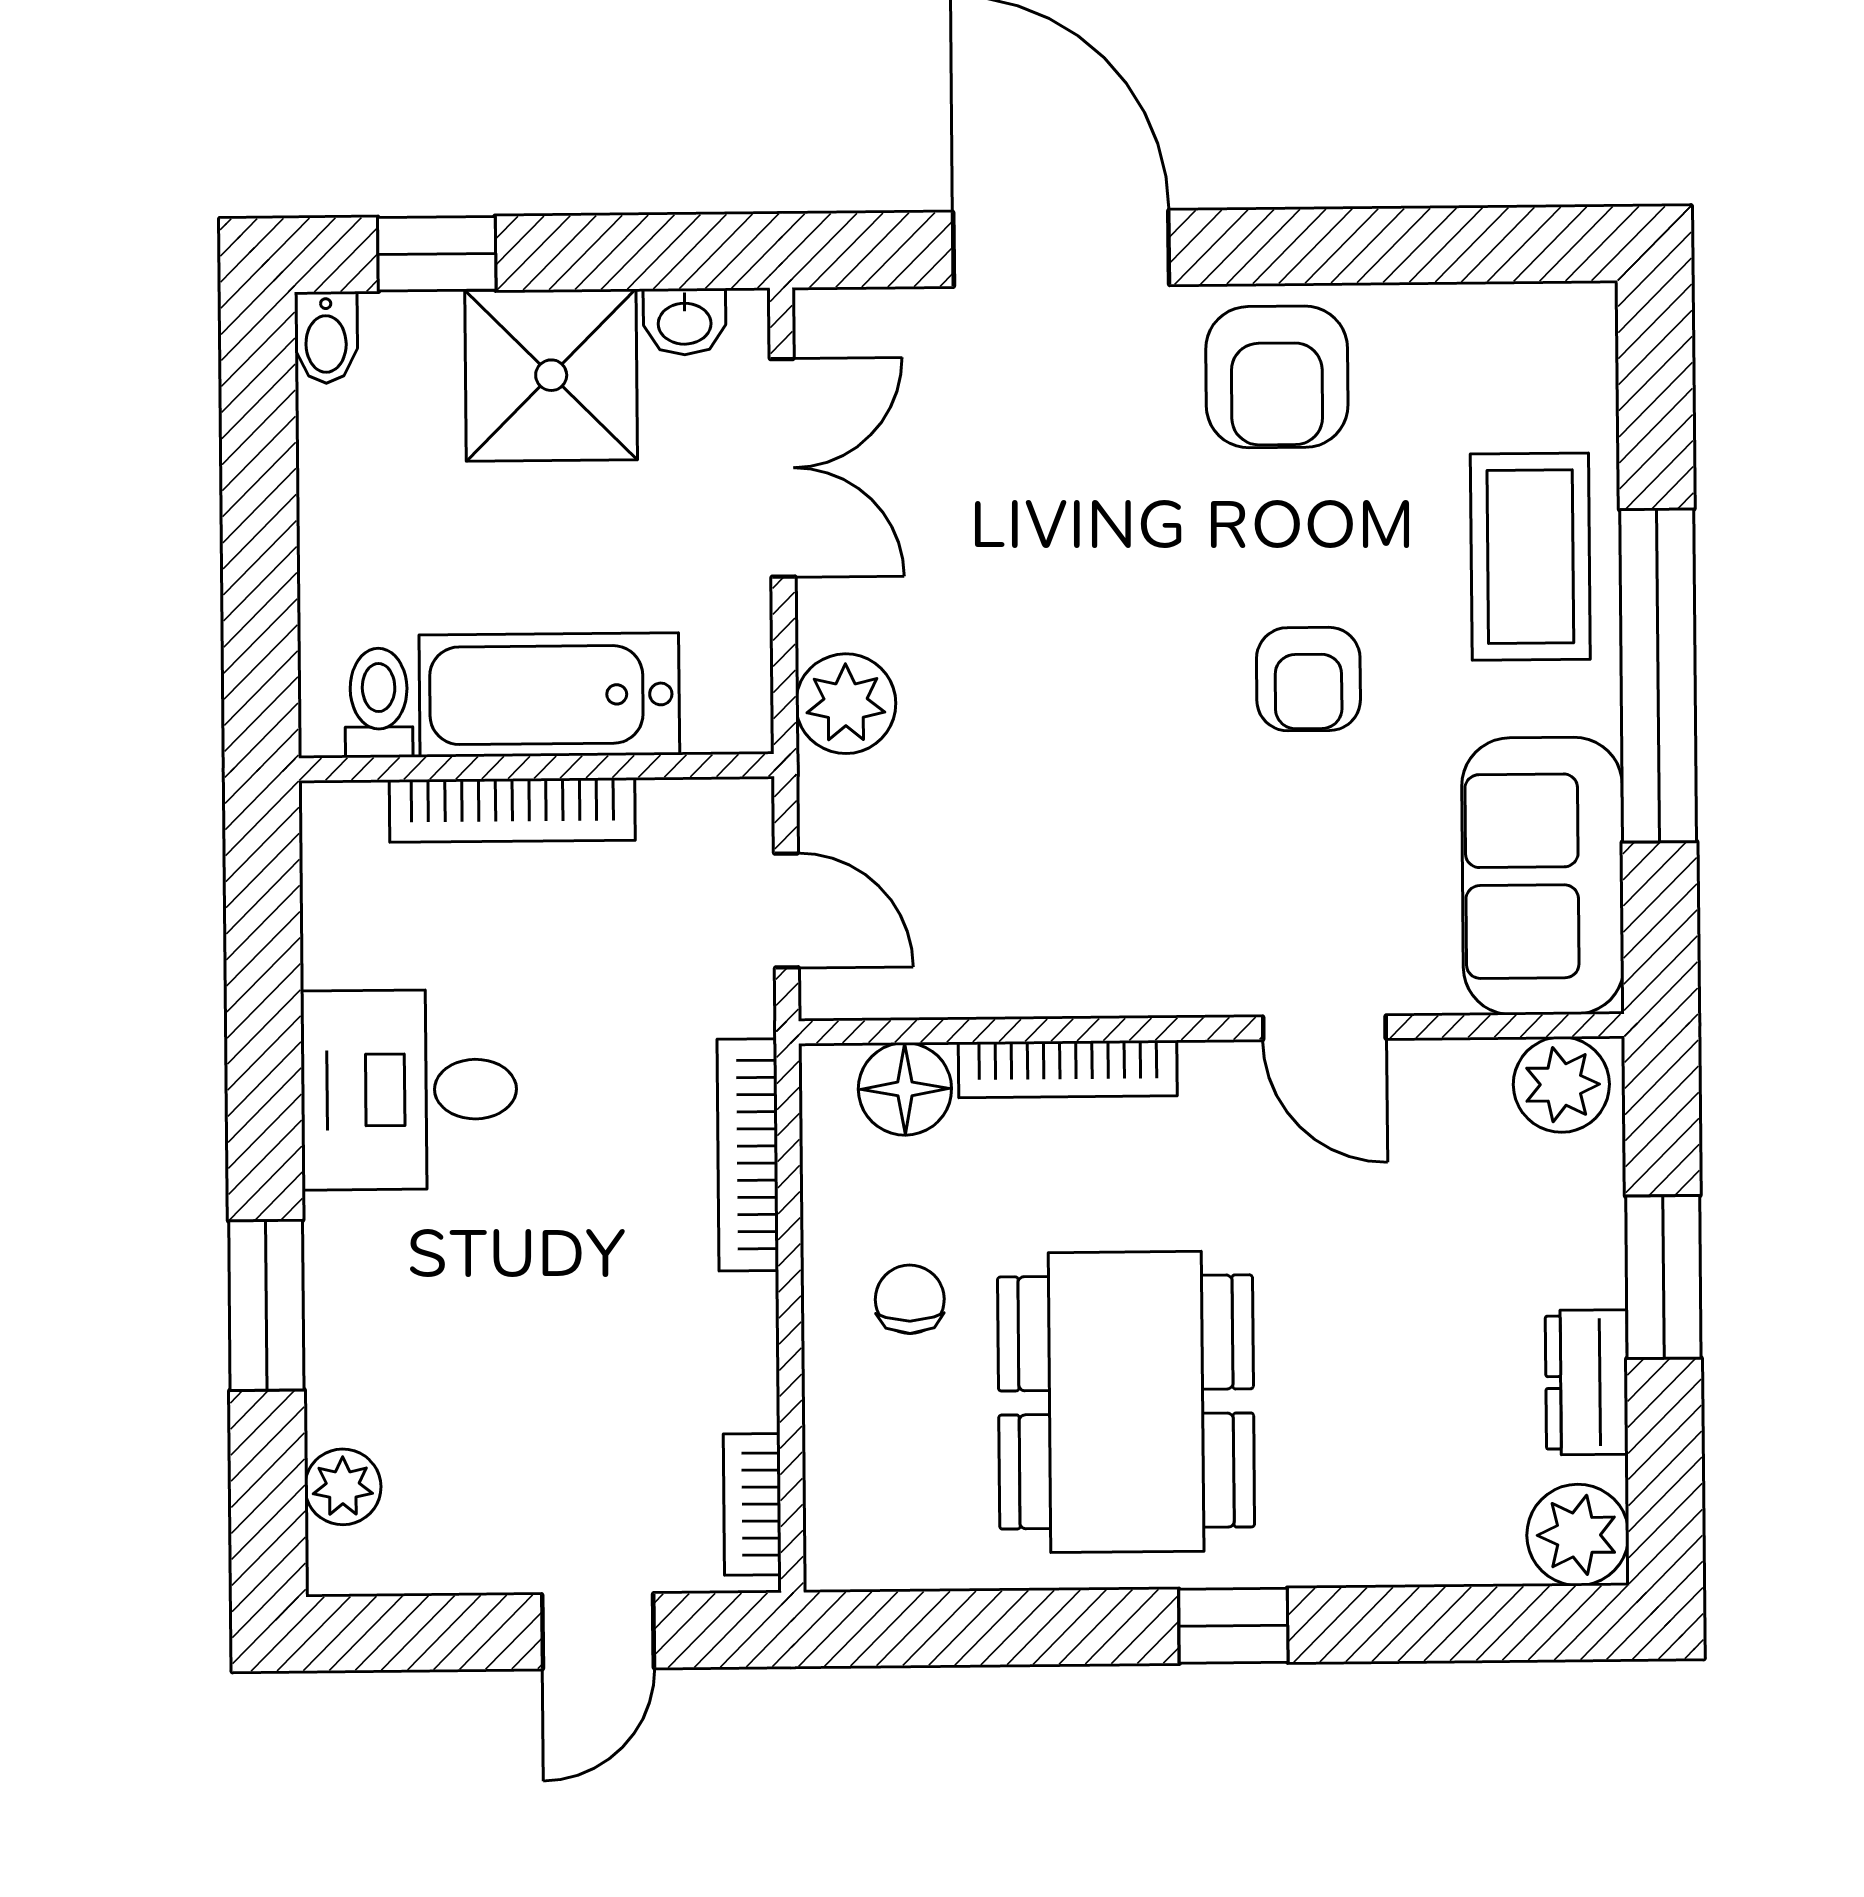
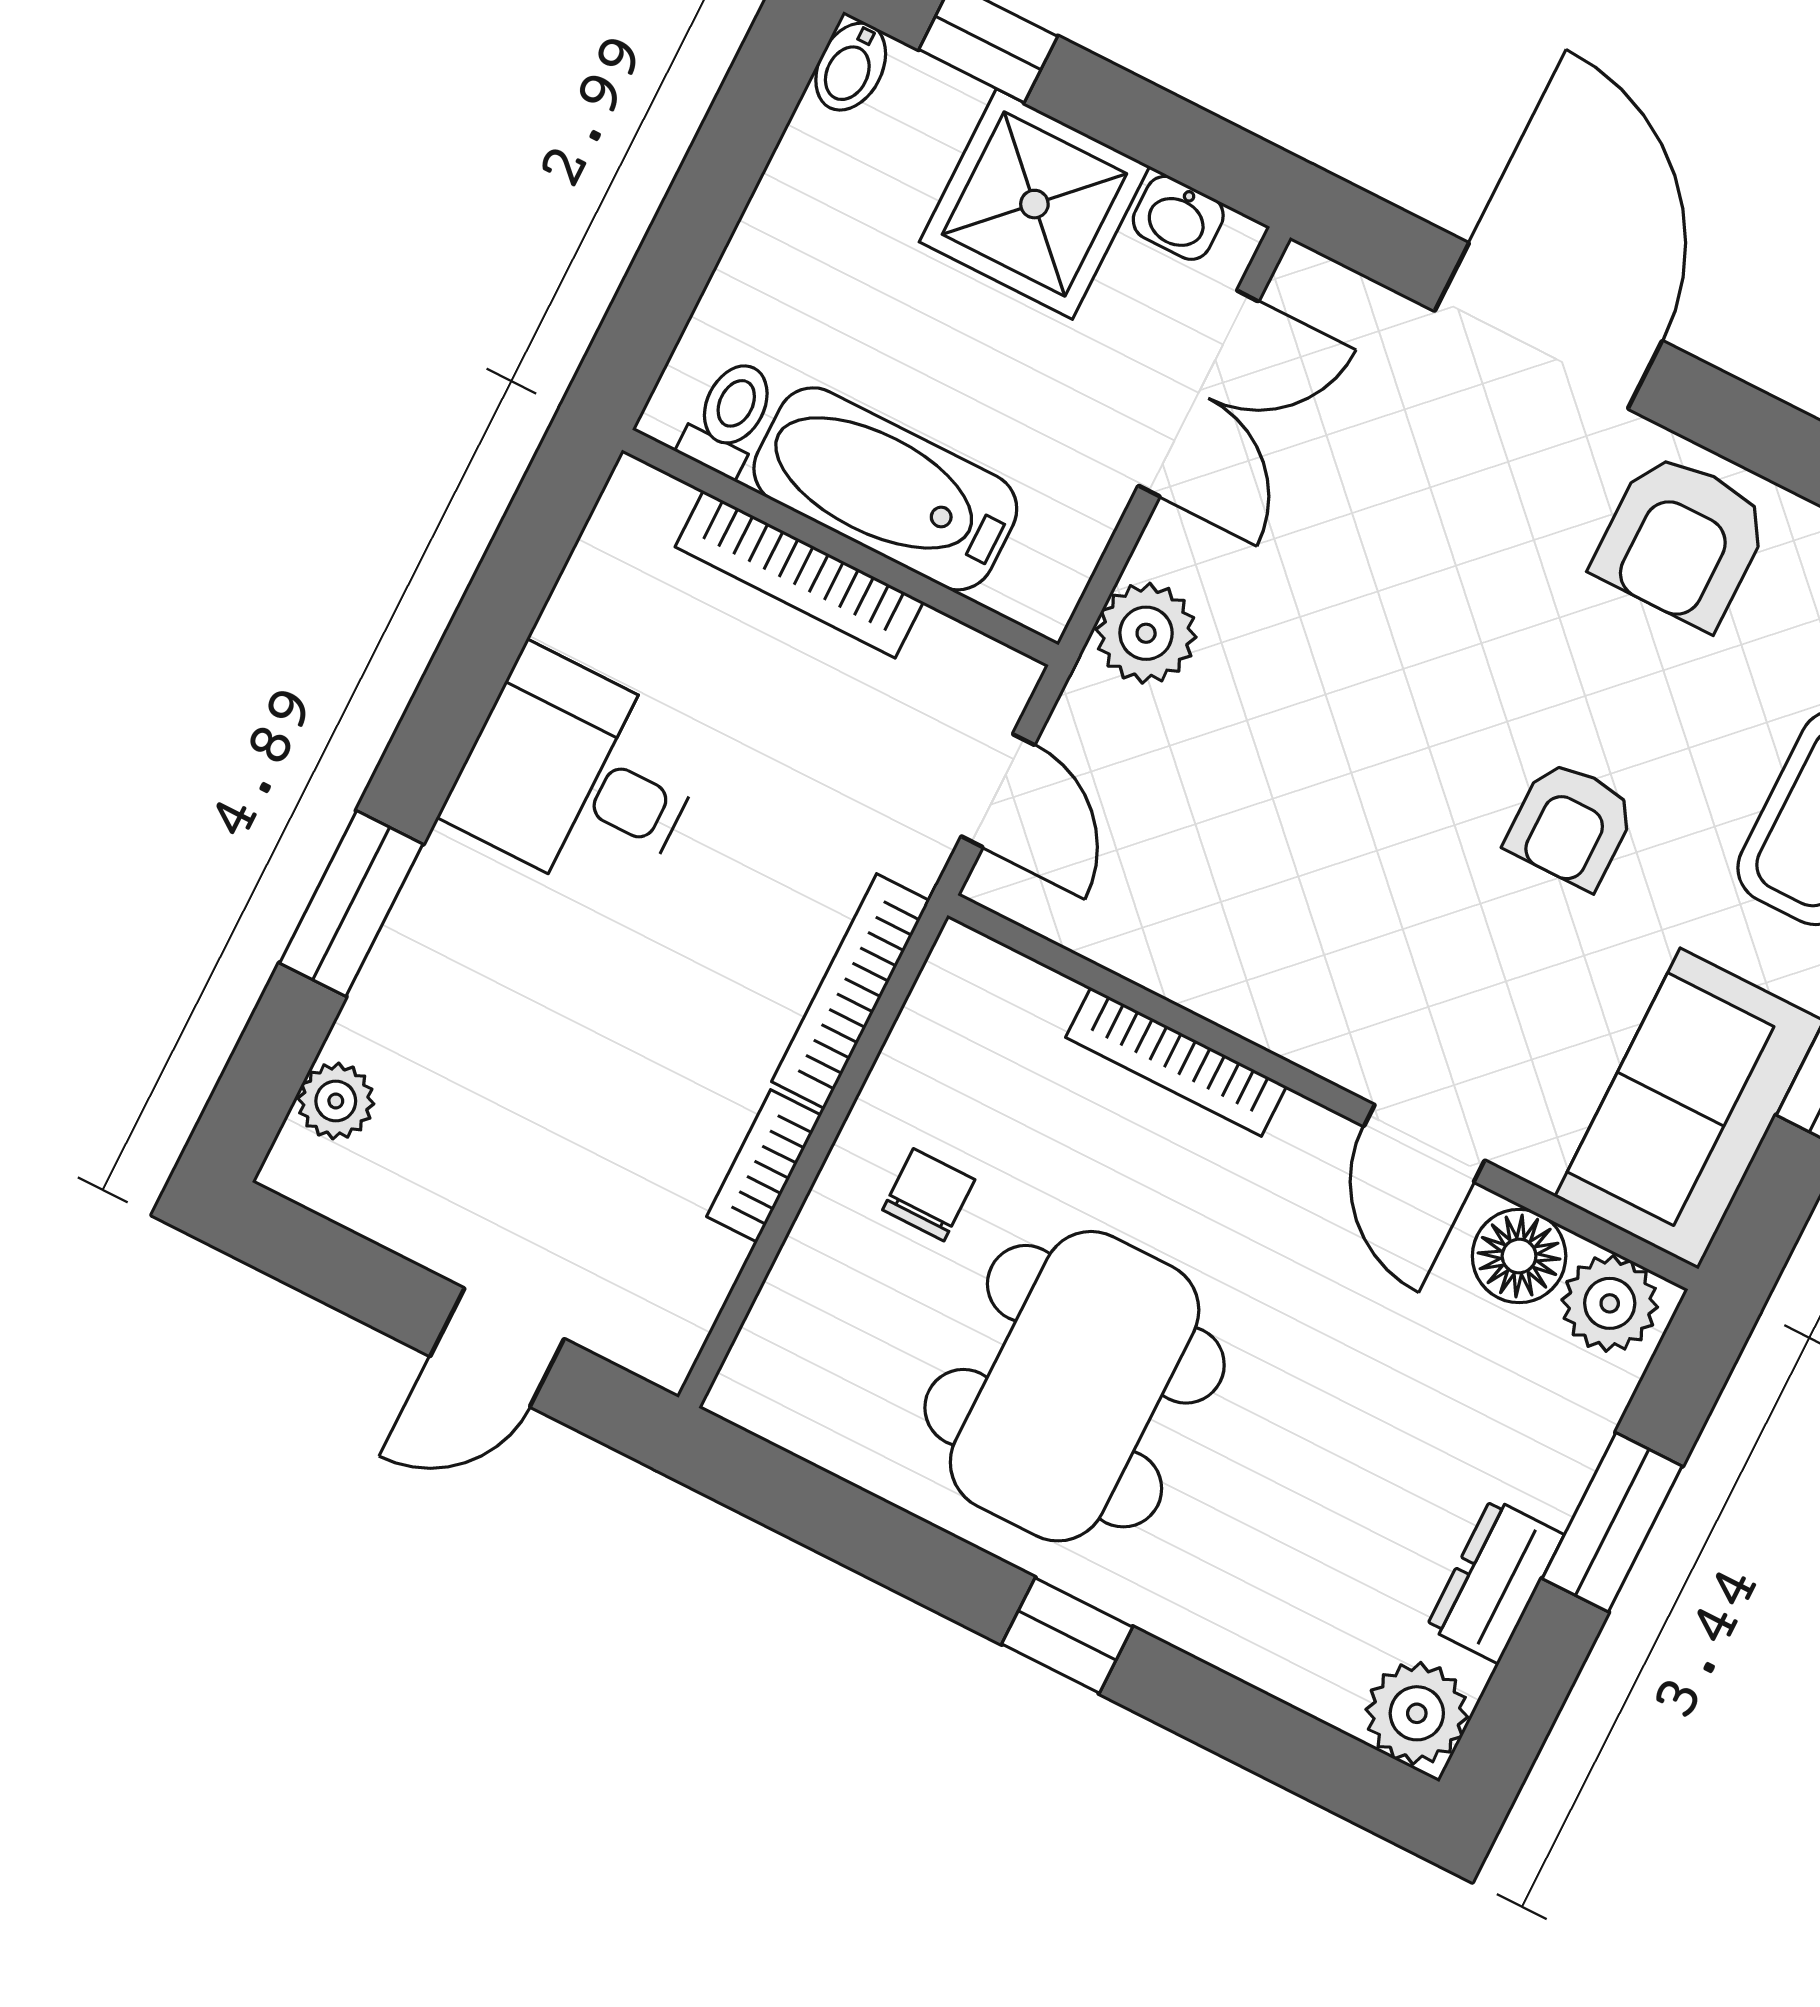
floor lamp: (905, 1089) -> (1519, 1256), moved
bookcase: (752, 1504) -> (764, 1166), moved

